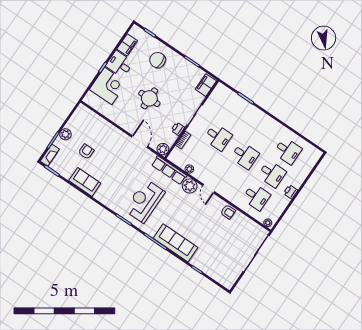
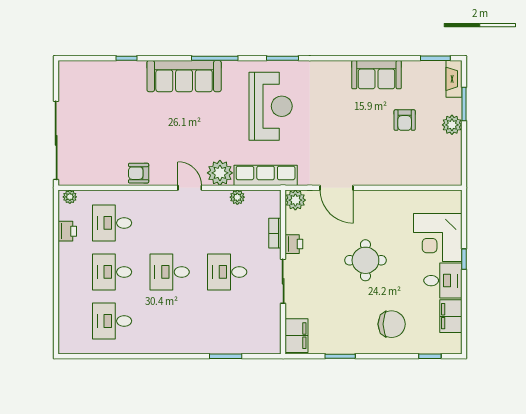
printer: (291, 192) -> (67, 231), moved

